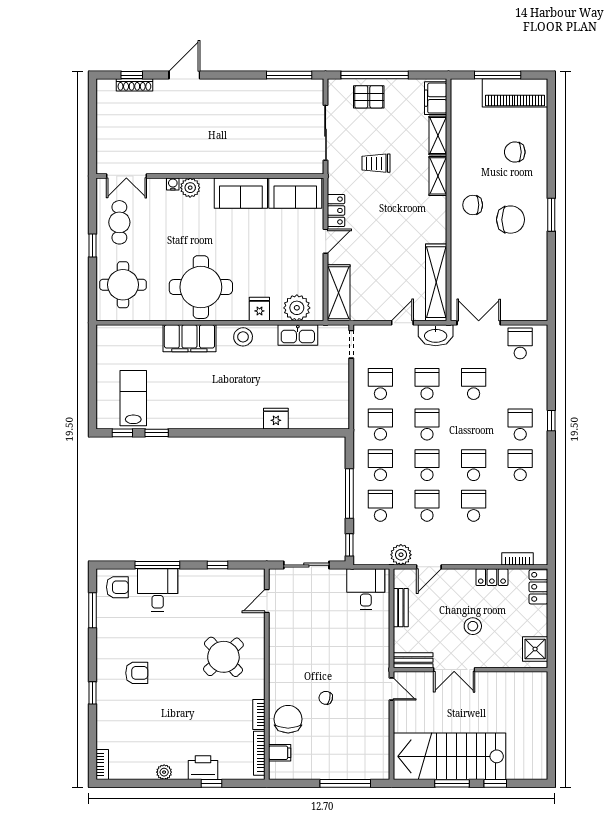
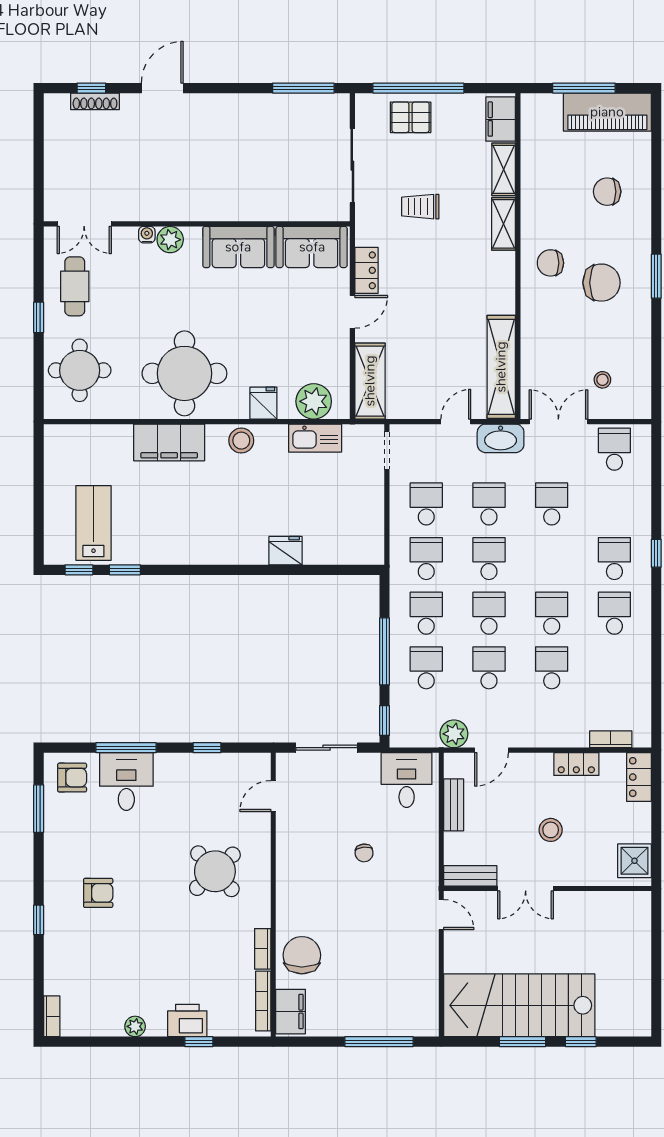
stool: (511, 292) -> (602, 380), added
chair: (326, 698) -> (364, 853), moved, turned -109
filing cabinet: (280, 753) -> (291, 1012), width x2.00

